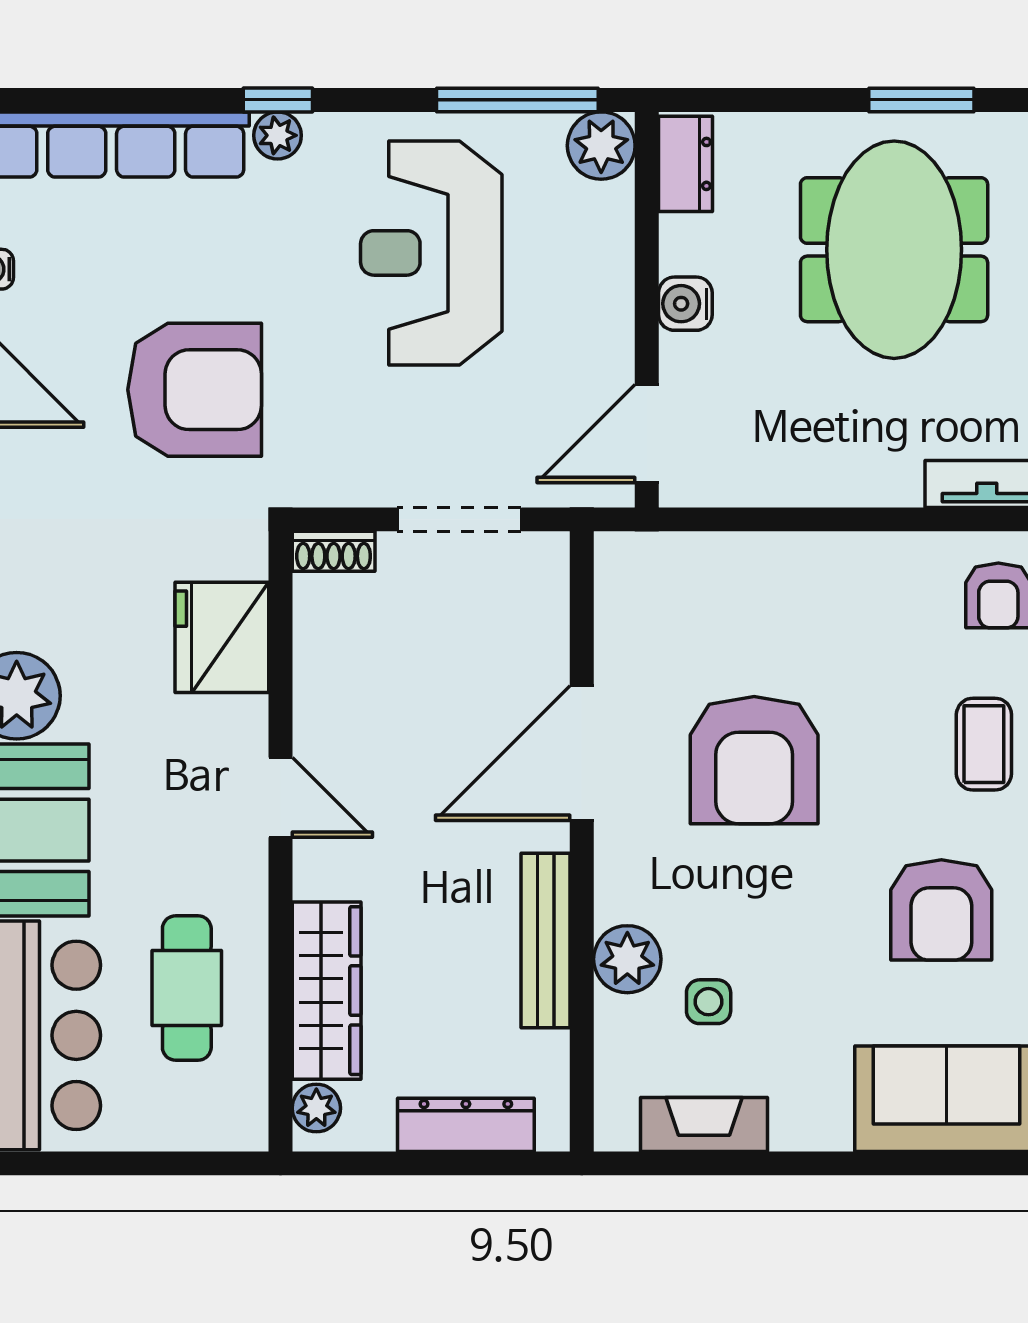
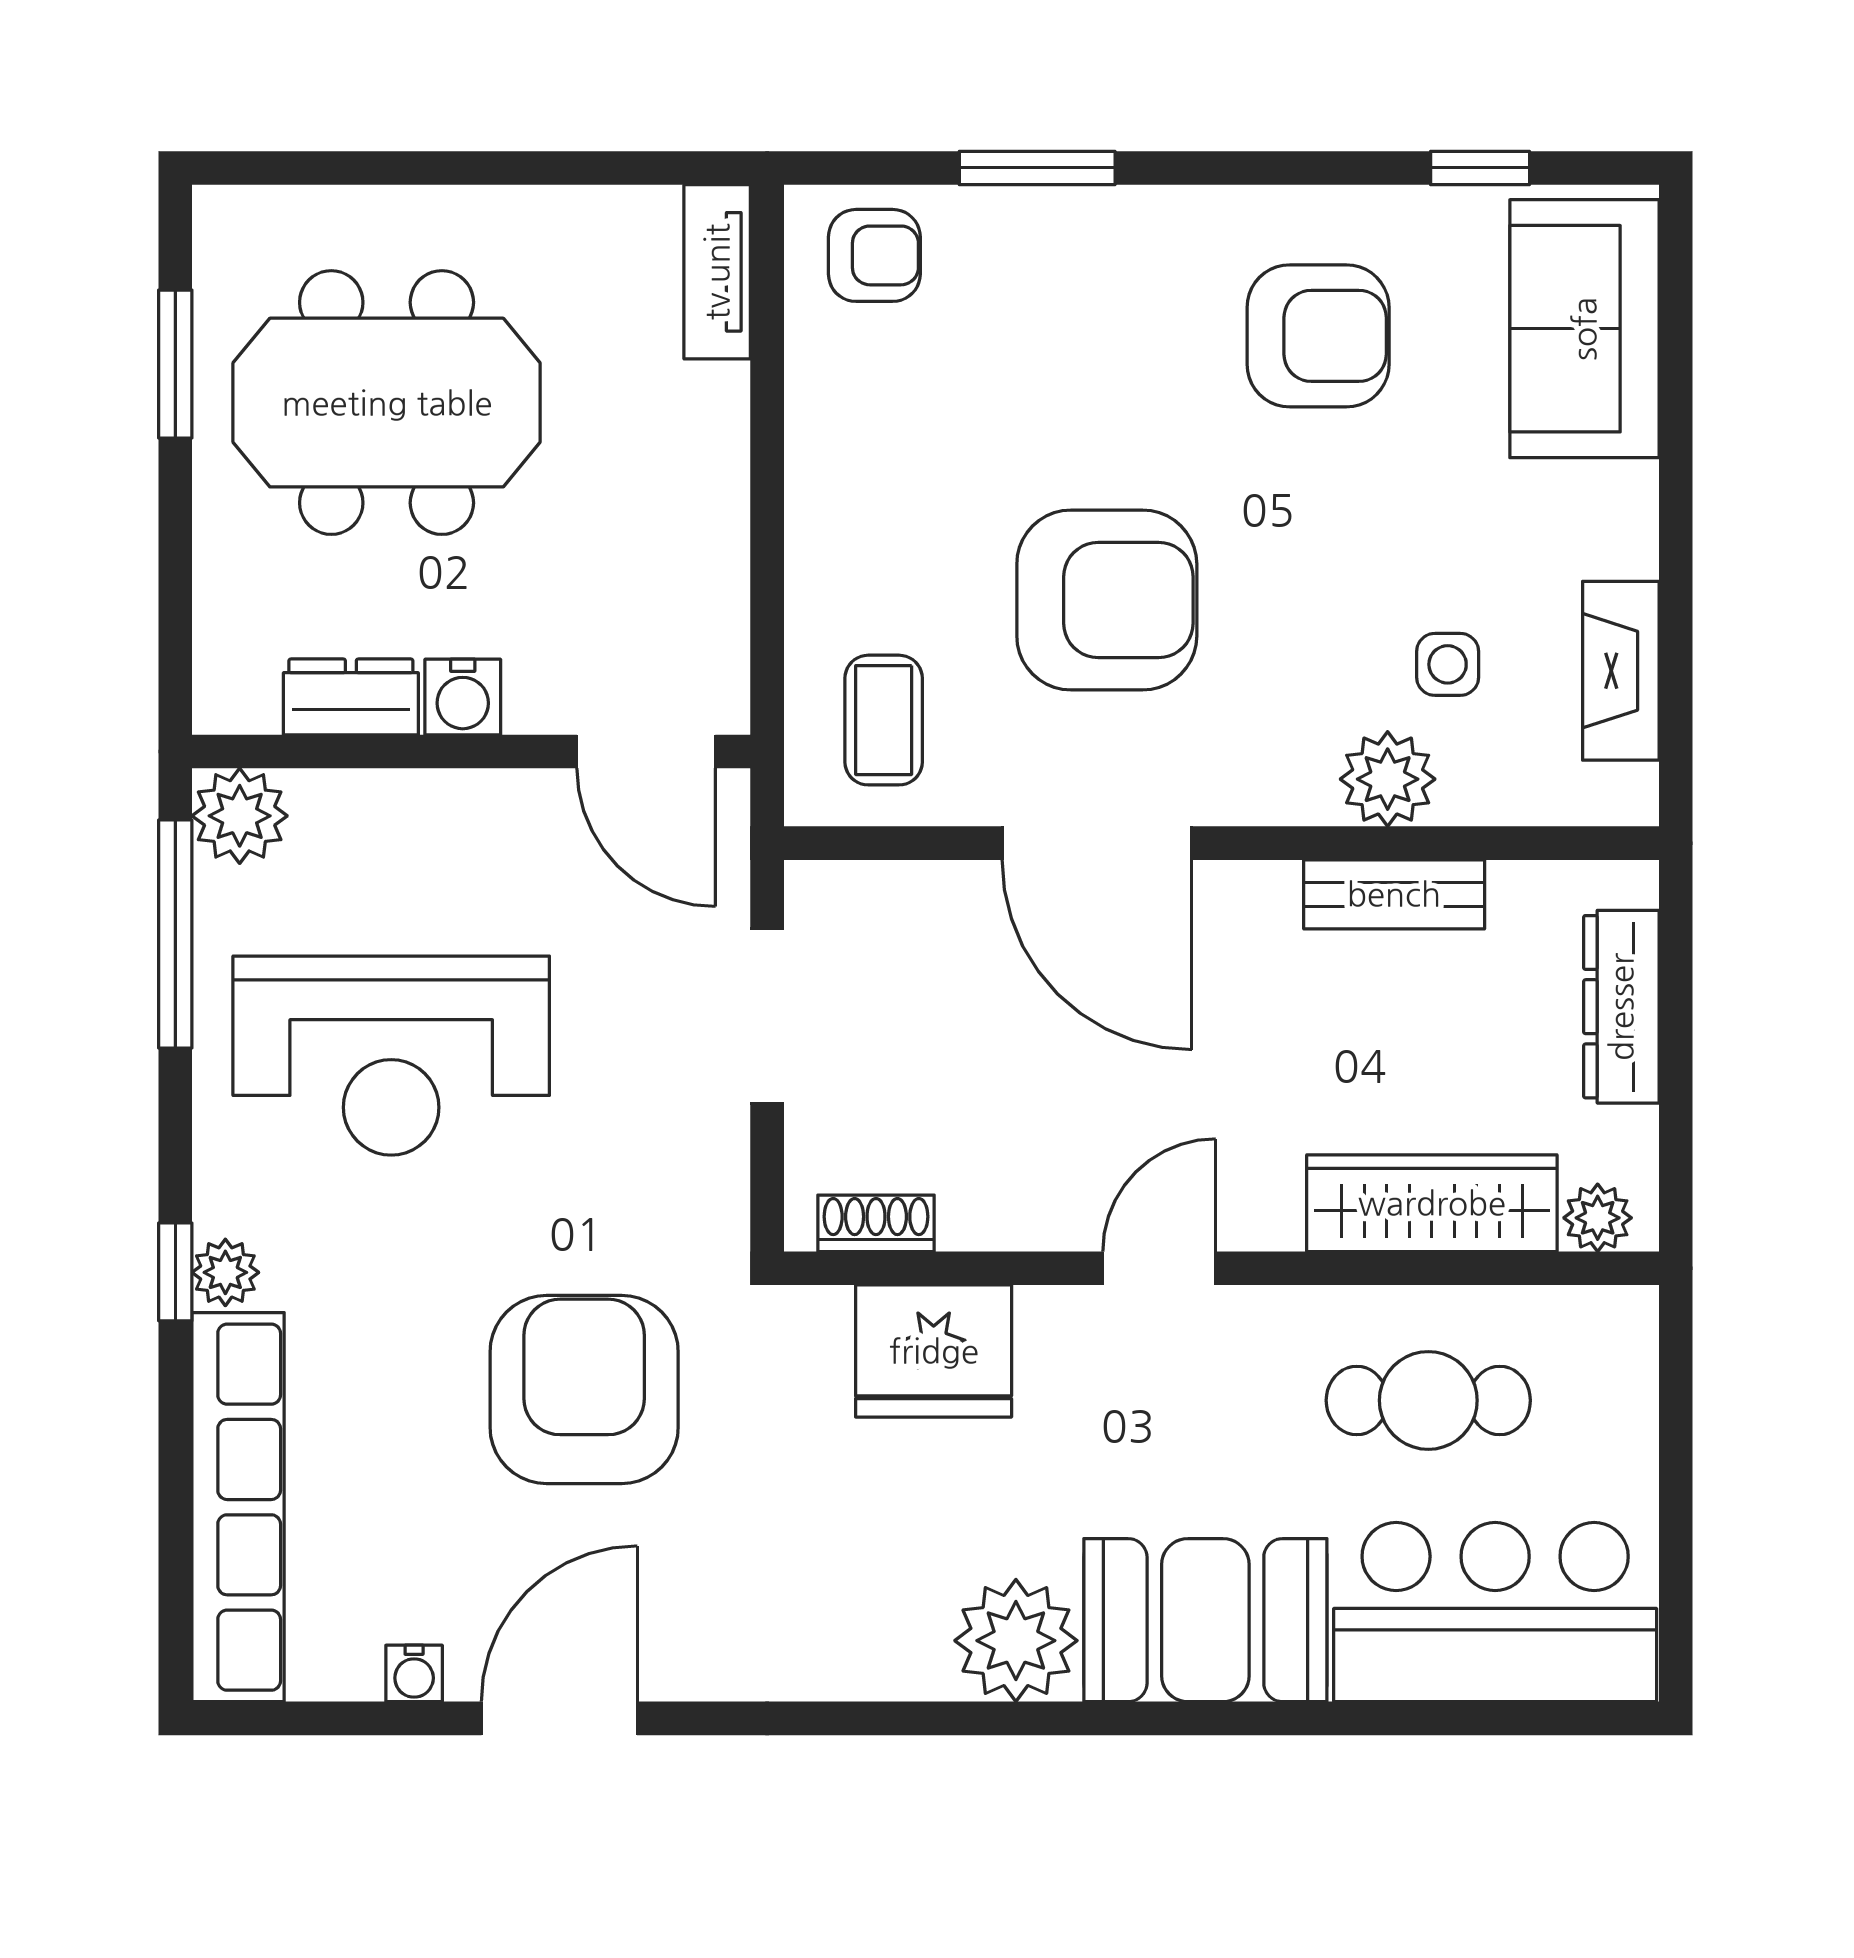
dresser: (685, 164) -> (351, 697), moved
shoe rack: (334, 551) -> (876, 1223), moved, turned -90
coffee table: (984, 744) -> (884, 720), moved, turned 90
bench: (546, 941) -> (1394, 894), width x0.73

